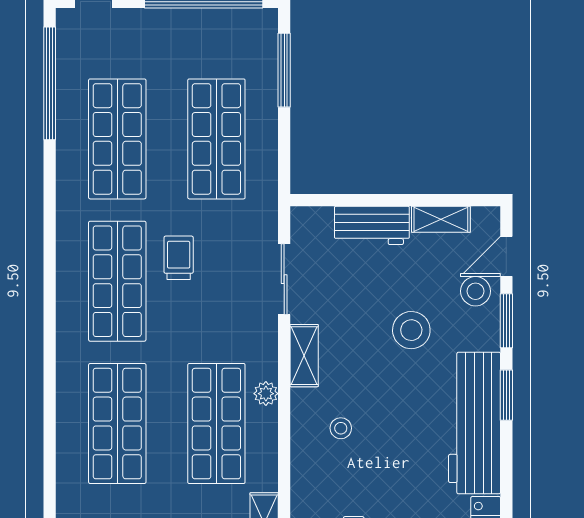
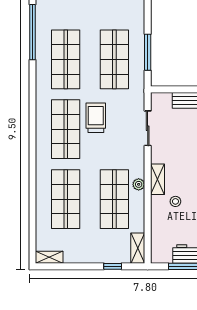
window: (284, 70) -> (148, 52), moved
trolley: (179, 258) -> (96, 118), width x1.36, depth x1.39
shelving: (304, 356) -> (157, 179), moved

